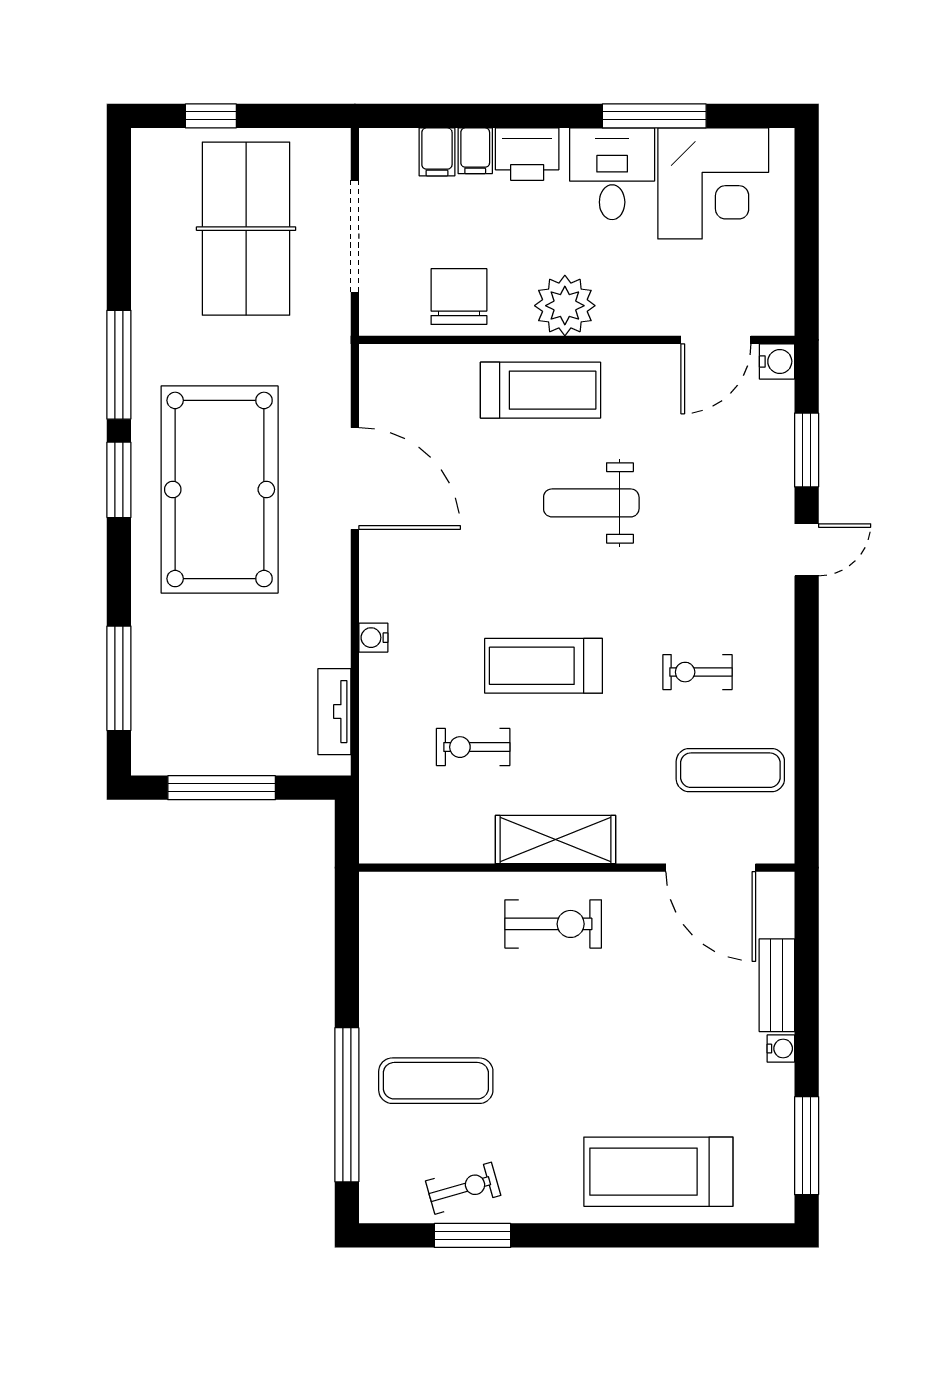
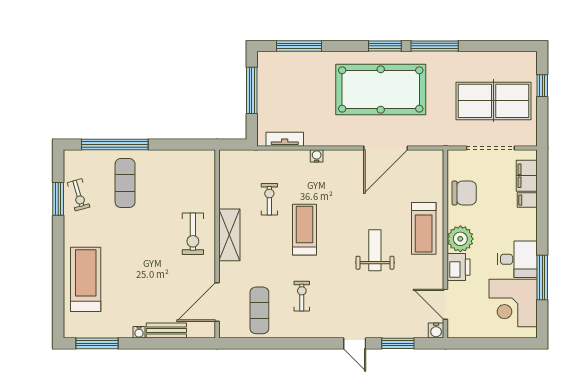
filing cabinet: (437, 152) -> (527, 176), width x2.00
printer: (527, 154) -> (459, 267), moved, turned 180

